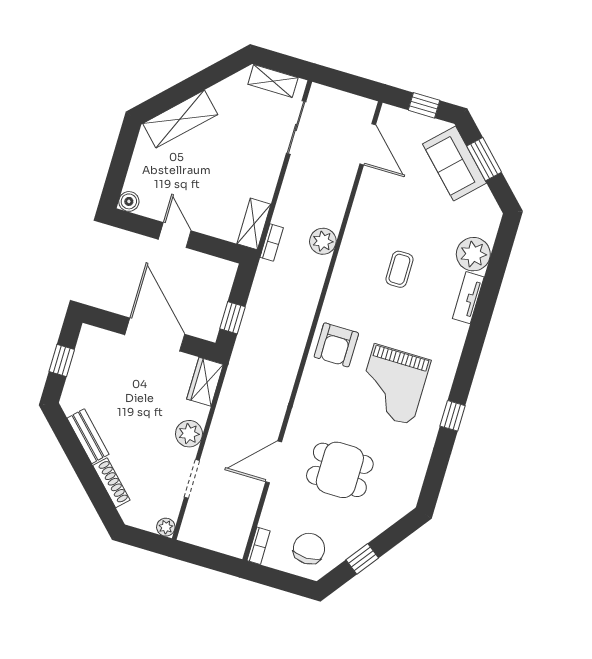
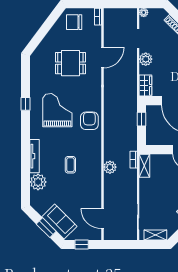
tv unit: (468, 298) -> (34, 156), width x1.41
chair: (309, 549) -> (74, 22), turned 90
window: (362, 559) -> (48, 25), removed

